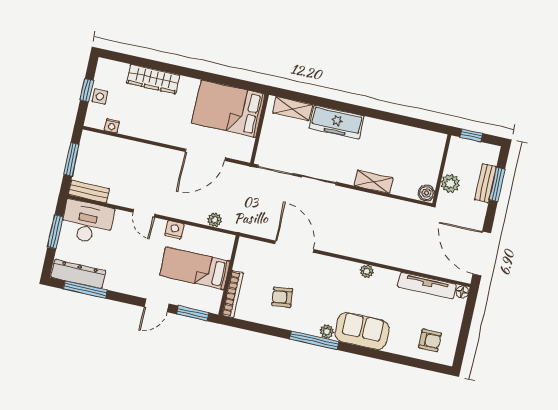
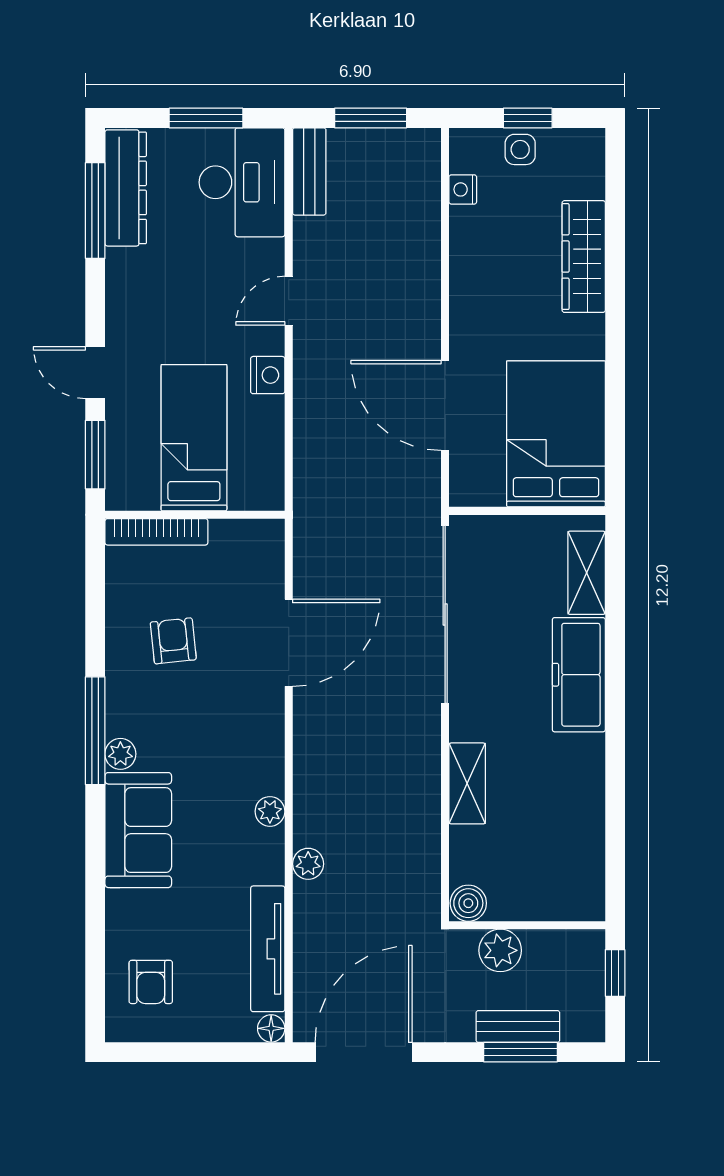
plant: (215, 220) -> (308, 864), moved

